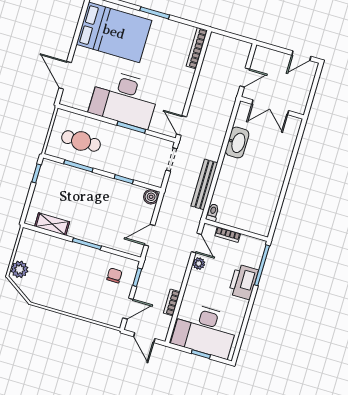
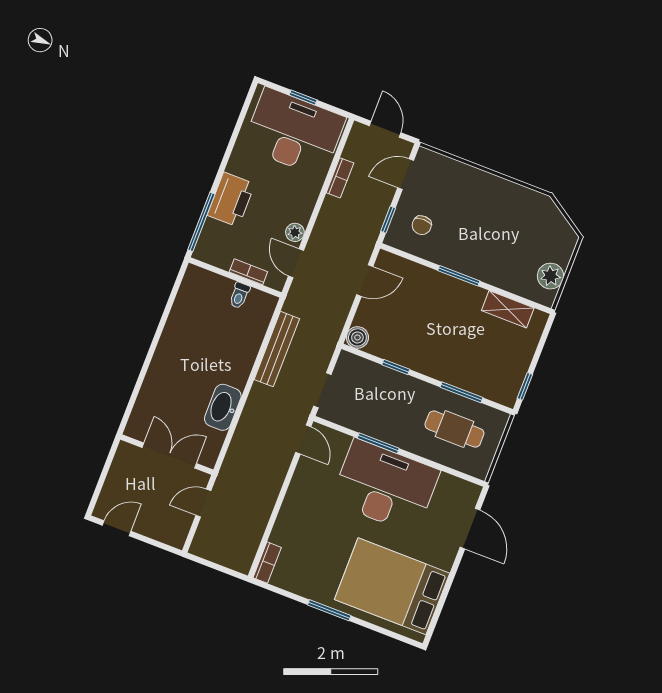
bookcase: (197, 48) -> (267, 563), width x0.64
toilet: (213, 212) -> (239, 295), moved
plant: (19, 269) -> (550, 276), moved

